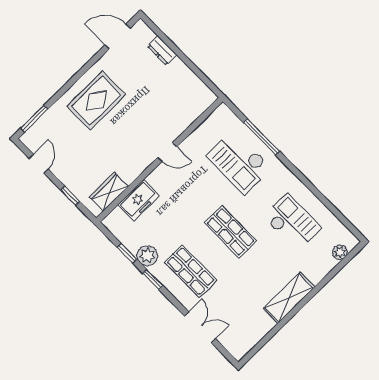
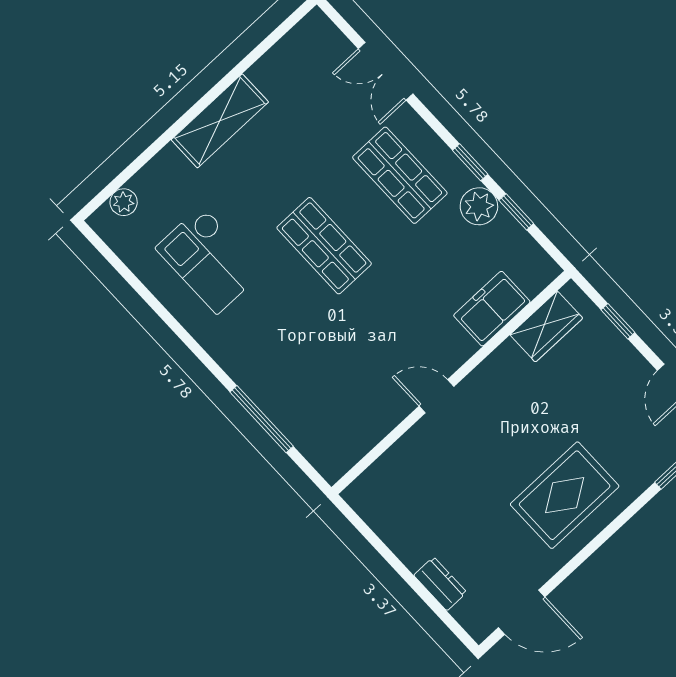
checkout: (239, 162) -> (305, 375), removed

